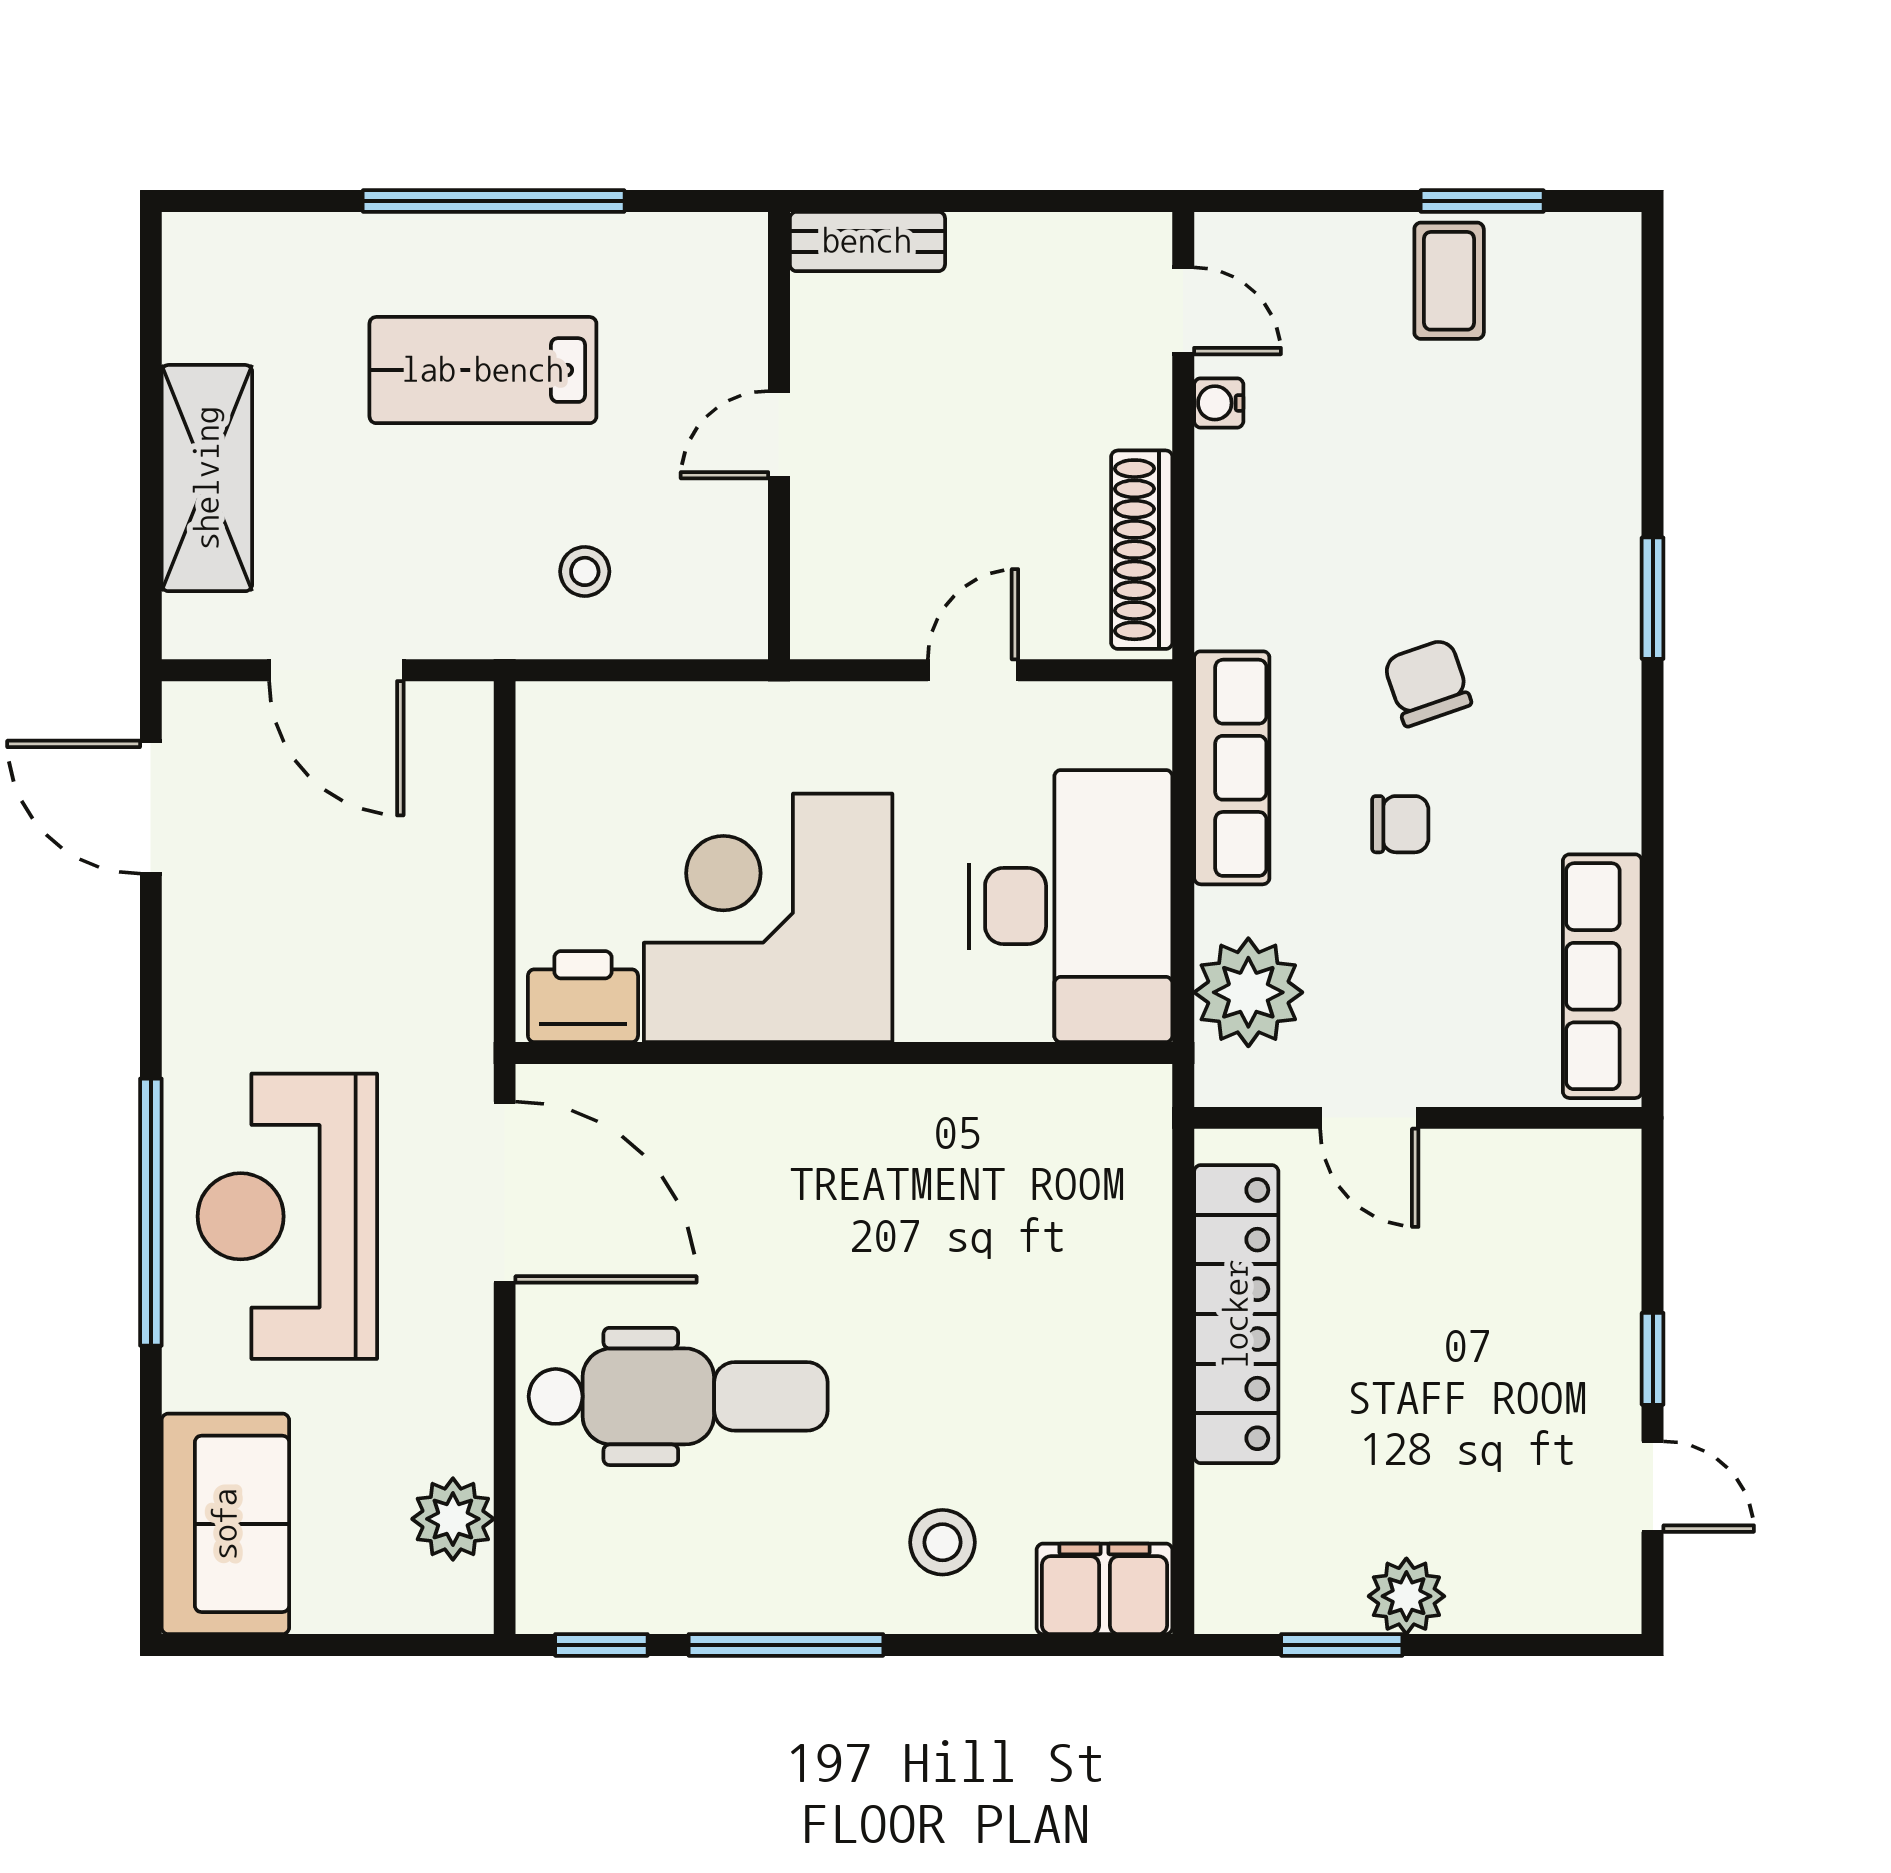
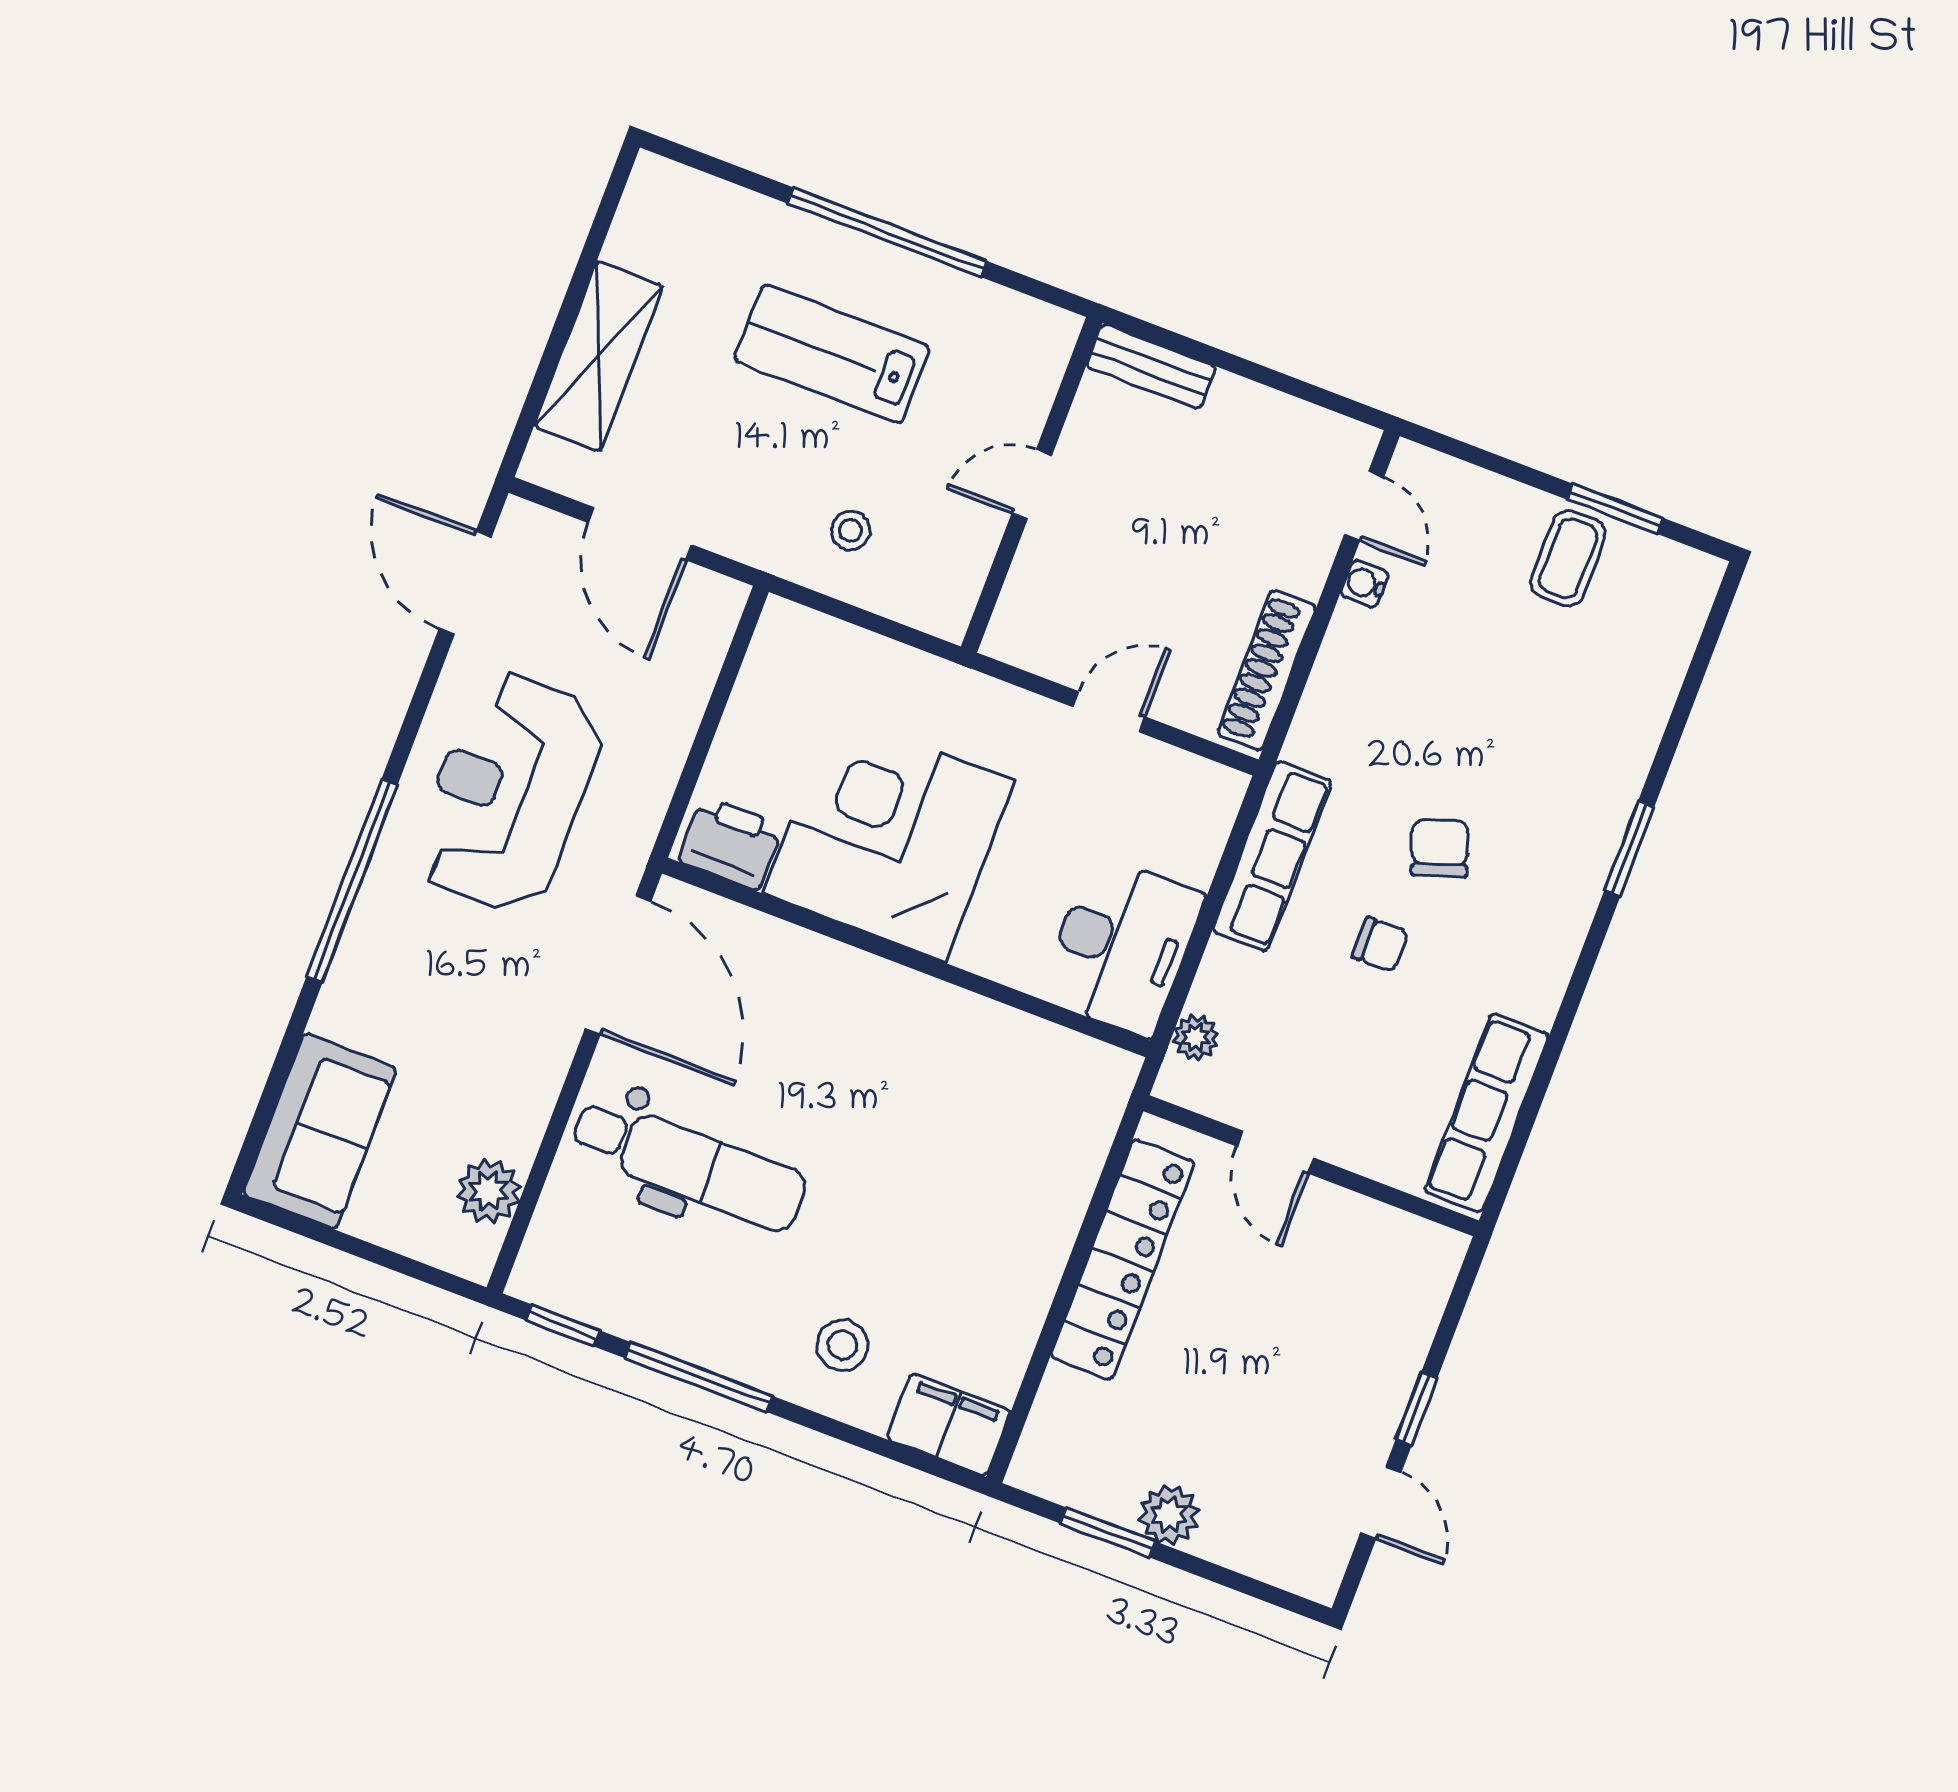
desk: (1071, 906) -> (1122, 946), width x0.73, depth x0.77
plant: (1248, 992) -> (1196, 1037), width x0.53, depth x0.53
reception desk: (287, 1216) -> (508, 792), moved

